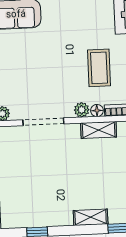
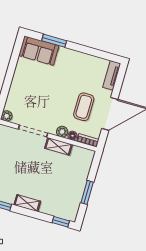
shelving: (99, 130) -> (59, 146), moved
shelving: (91, 217) -> (27, 203), moved

